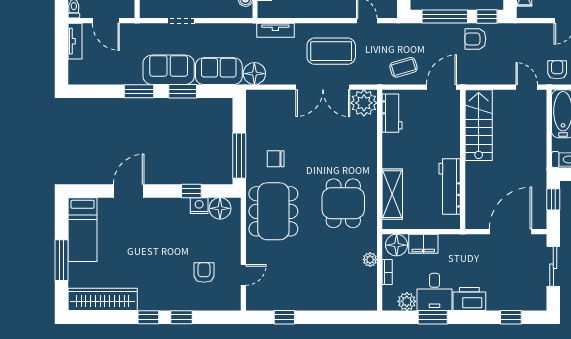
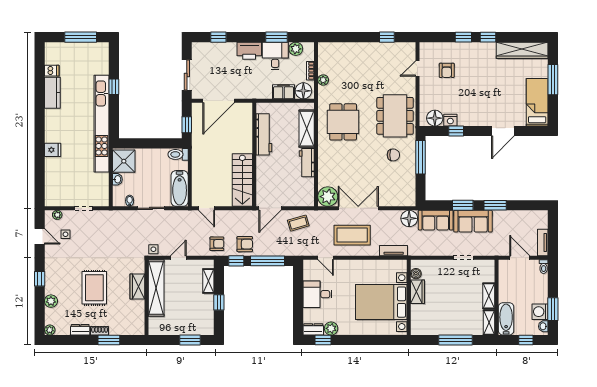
armchair: (557, 70) -> (217, 244), moved, turned -90
workbench: (392, 113) -> (307, 163), moved

